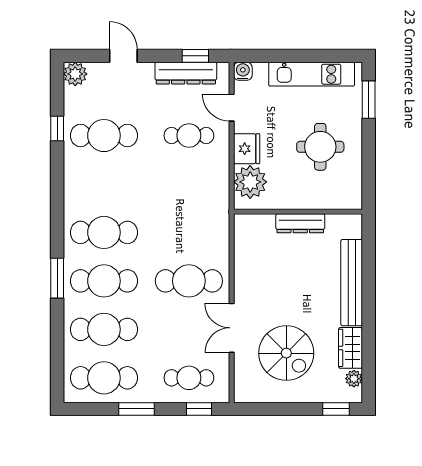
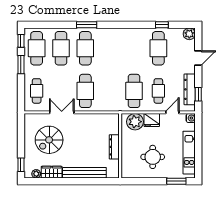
cafe table: (104, 232) -> (134, 91), moved
window: (199, 409) -> (21, 41), moved

